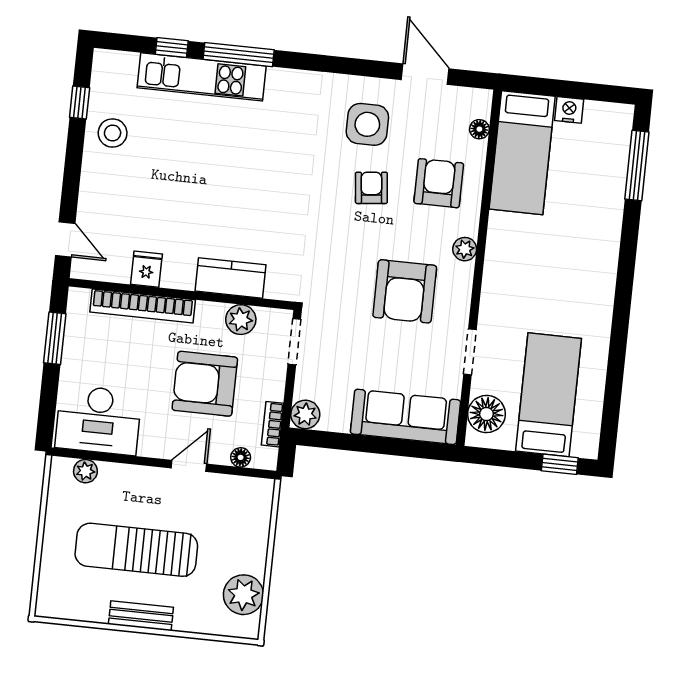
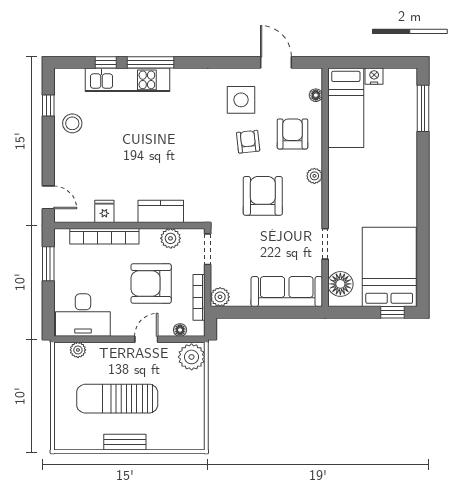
armchair: (405, 291) -> (263, 196), moved, turned 180
bed: (549, 395) -> (389, 267), width x1.50
bookcase: (273, 424) -> (199, 297), width x1.56
plant: (243, 595) -> (192, 357), moved

